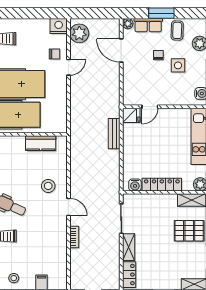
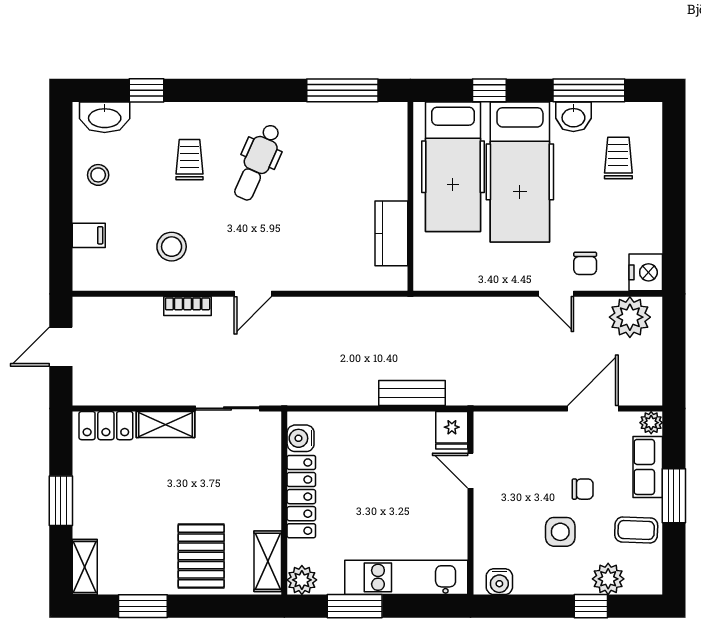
stool: (48, 186) -> (172, 247), moved

